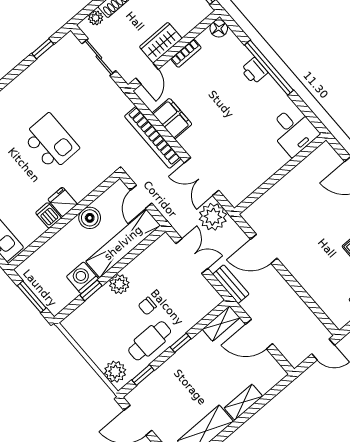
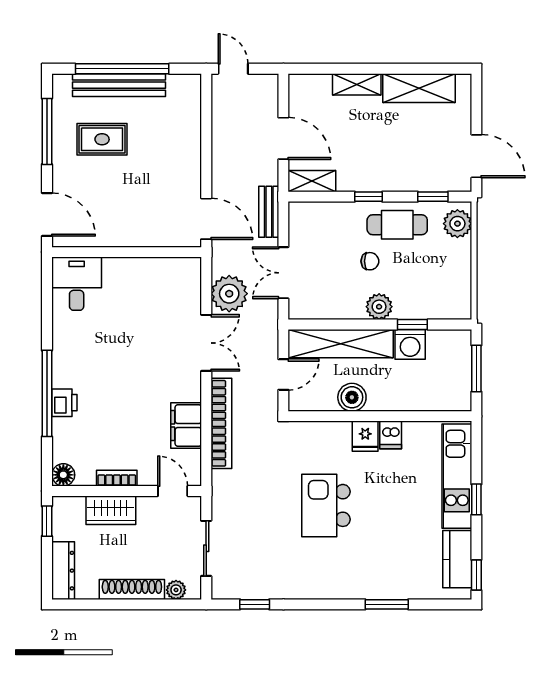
wardrobe: (161, 43) -> (111, 510), moved
door: (147, 74) -> (173, 491), hinge flipped
desk: (293, 131) -> (77, 284), moved
wall: (280, 174) -> (127, 252), moved

